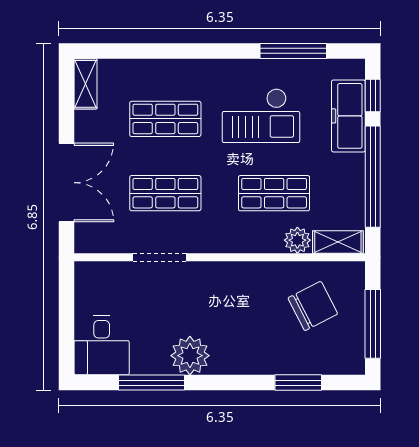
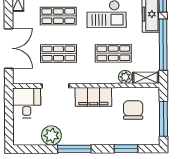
filing cabinet: (234, 280) -> (93, 97), added
chair: (313, 306) -> (133, 110), turned -63
desk: (102, 345) -> (27, 103), moved, turned 180
plant: (190, 356) -> (51, 135), moved
window: (151, 383) -> (74, 149), moved

